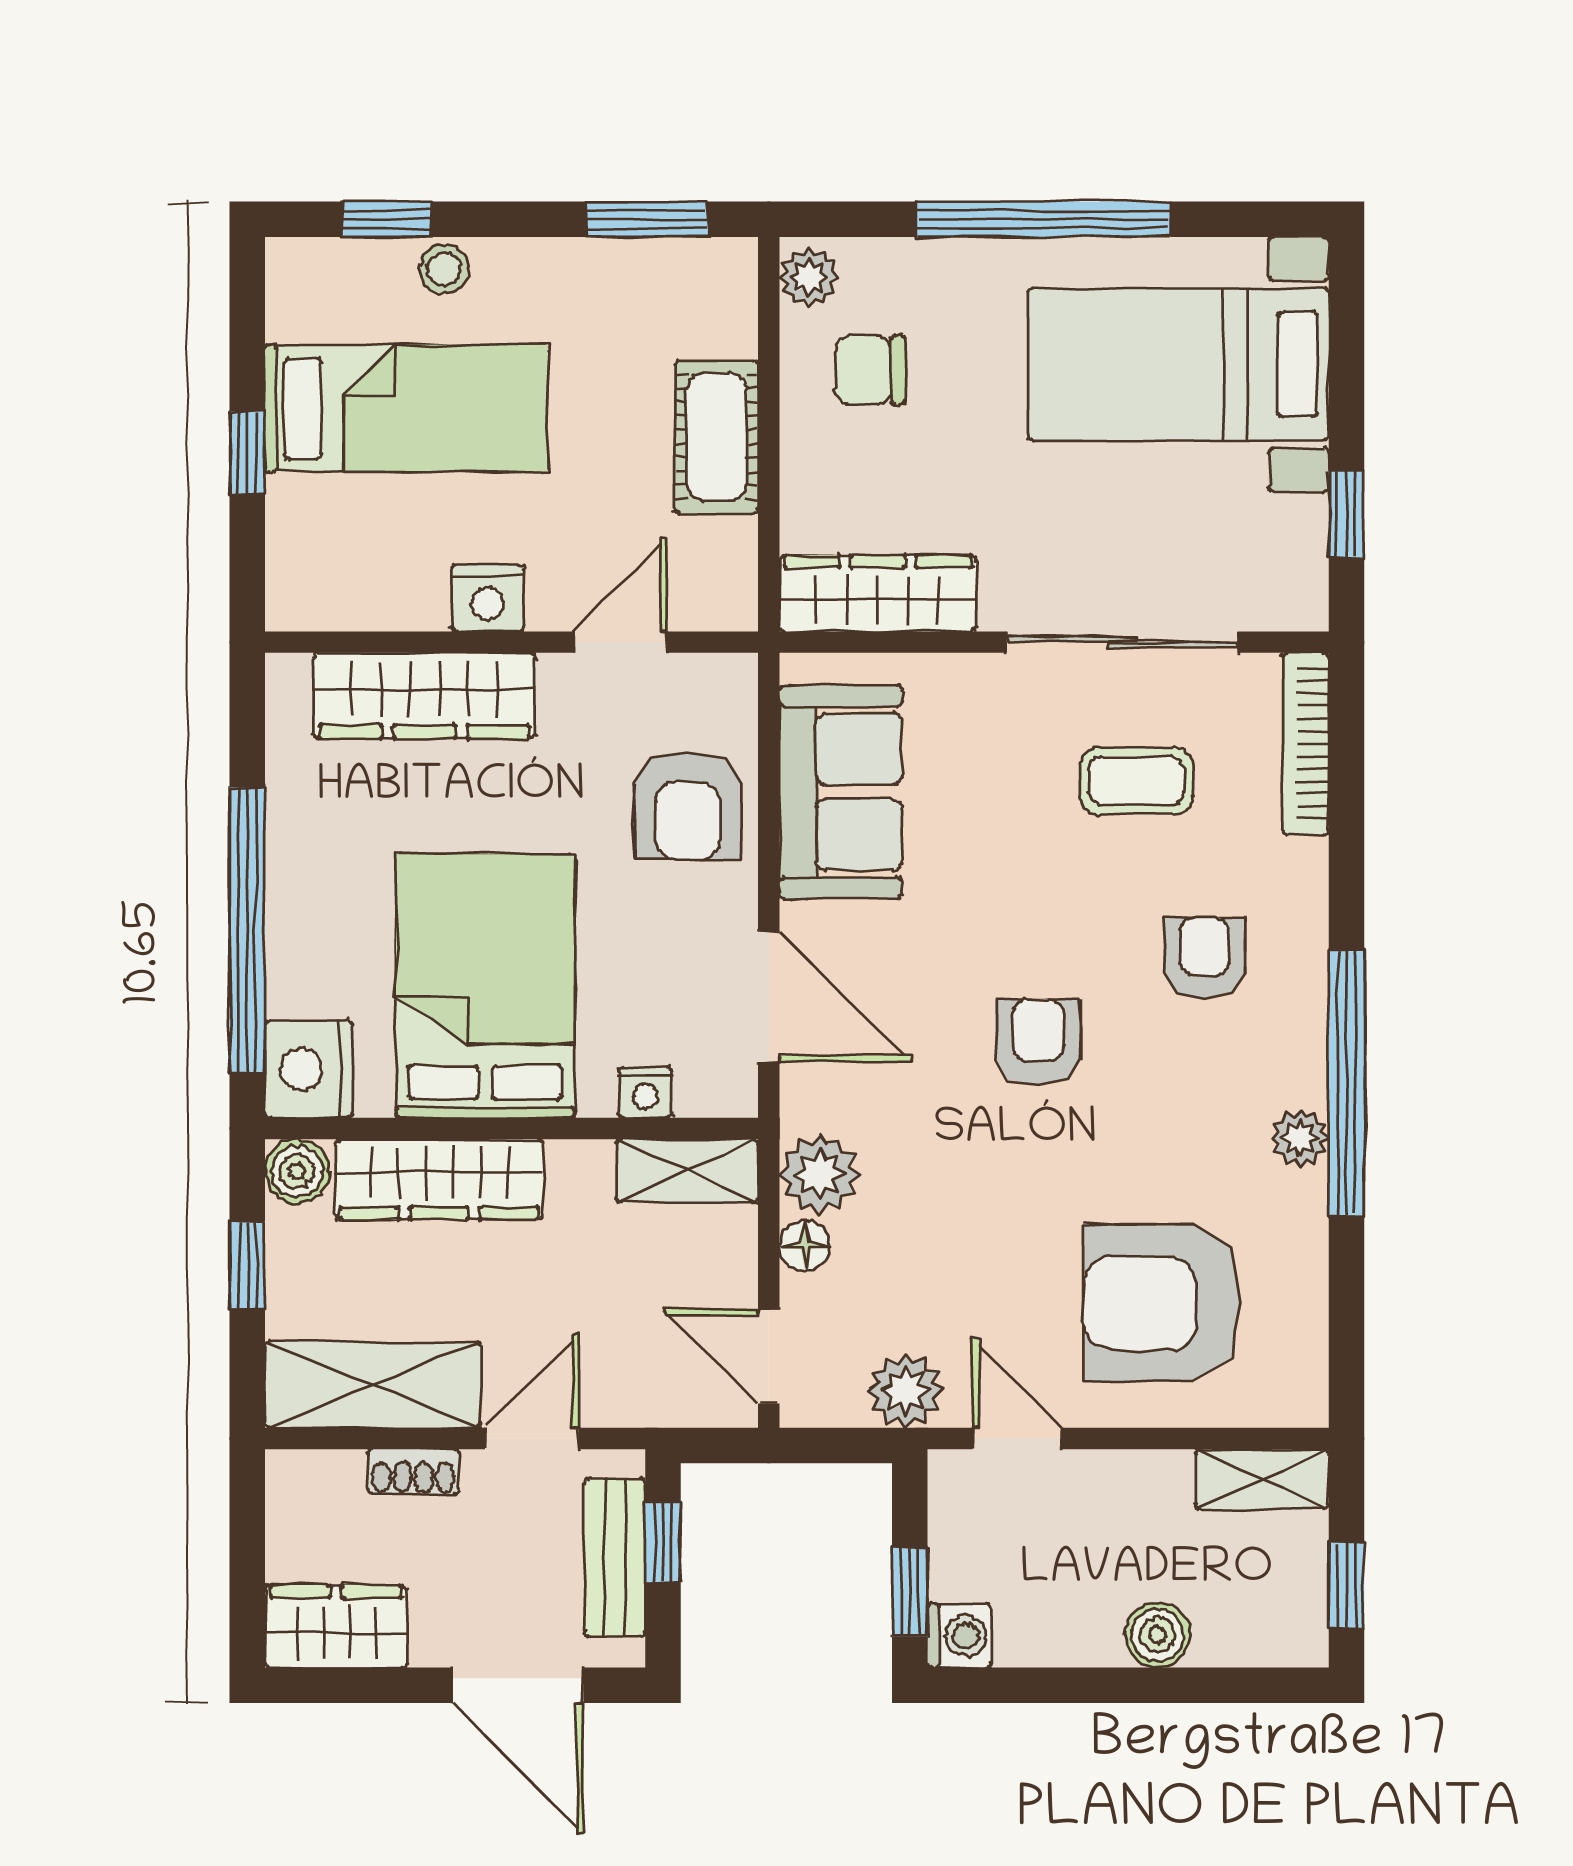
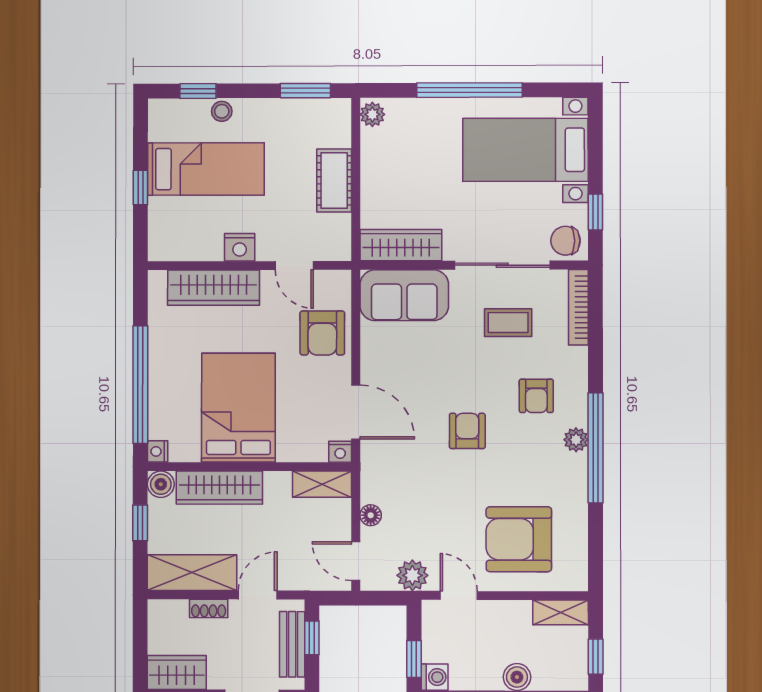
chair: (870, 370) -> (565, 241), moved
door: (620, 642) -> (294, 265), swing flipped
sofa: (841, 792) -> (404, 295), moved, turned 90
armchair: (1204, 957) -> (536, 396), turned 180
nightstand: (309, 1069) -> (158, 451), width x0.53, depth x0.56
nightstand: (645, 1092) -> (340, 452), moved
plant: (1300, 1138) -> (576, 440), moved
plant: (820, 1174) -> (377, 486), removed

